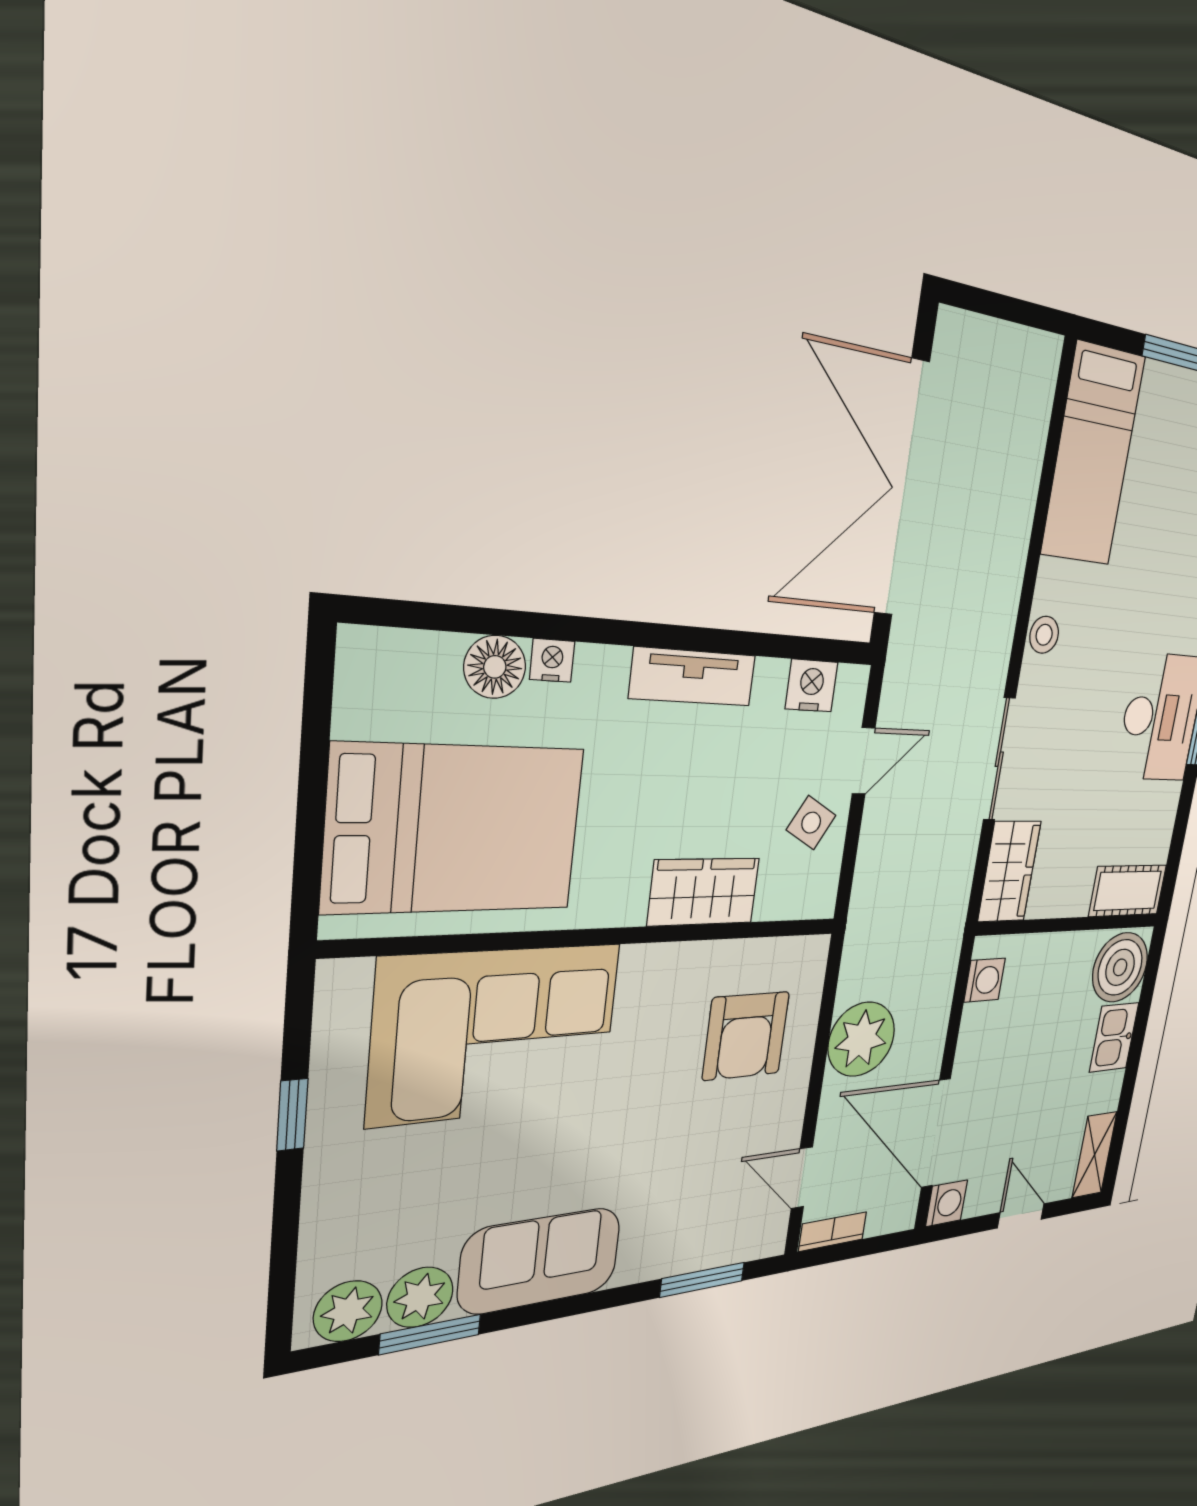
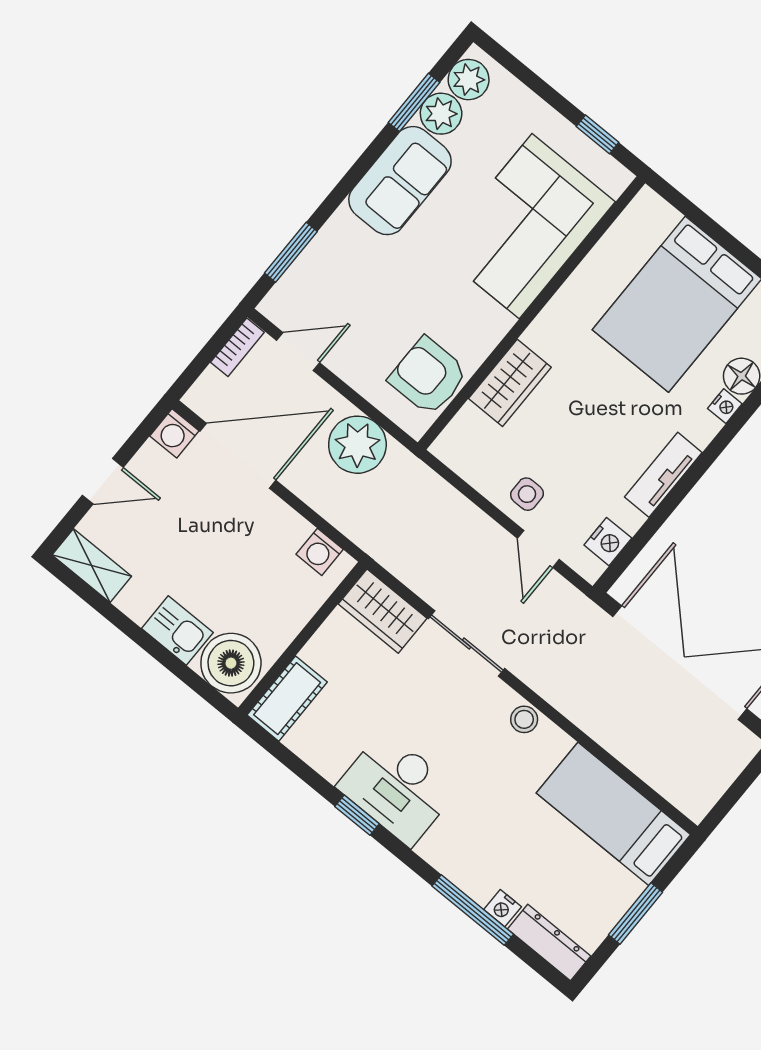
side table: (811, 823) -> (527, 494), turned -30
wardrobe: (704, 892) -> (510, 383), moved
wall: (602, 937) -> (531, 313), moved
corner sofa: (496, 1033) -> (526, 226), moved

